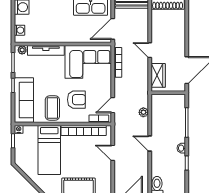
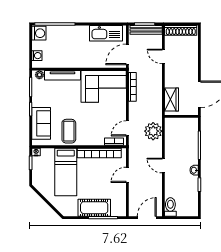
door: (150, 50) -> (163, 56), moved
sofa: (24, 100) -> (41, 123), width x0.73
armchair: (76, 100) -> (92, 123), removed
plant: (143, 112) -> (153, 131), width x1.88, depth x1.88
door: (113, 153) -> (127, 175), hinge flipped

